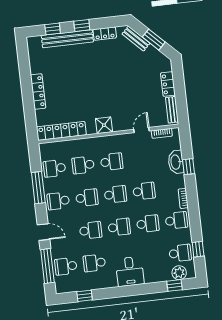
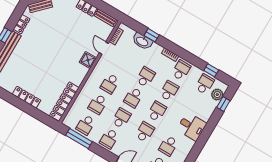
shower: (104, 125) -> (88, 60), moved
school desk: (112, 162) -> (110, 84), turned 180
window: (38, 188) -> (79, 138), moved
school desk: (115, 194) -> (133, 98), turned 180

